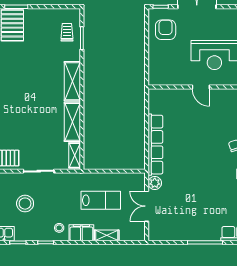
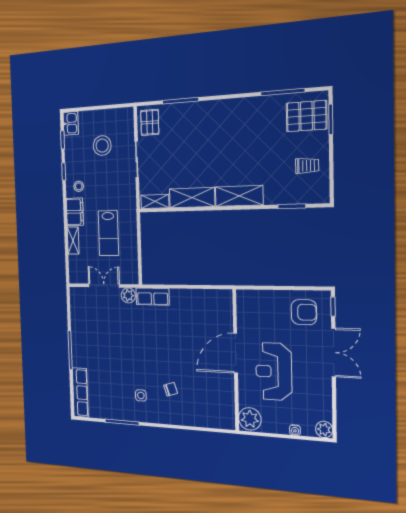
trolley: (67, 32) -> (307, 166), moved
door: (201, 87) -> (236, 353), width x1.88
row of seats: (155, 145) -> (153, 297), width x0.50

